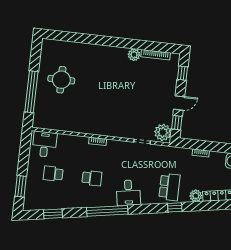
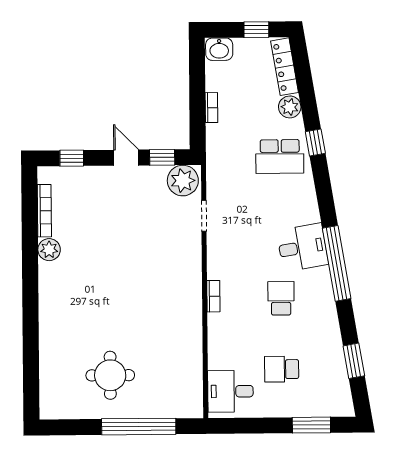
school desk: (53, 174) -> (282, 369), turned 90
school desk: (169, 187) -> (280, 156), turned 180
desk: (128, 193) -> (302, 247), moved

